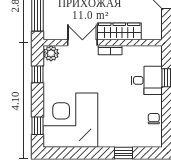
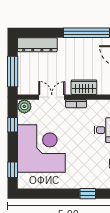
wardrobe: (119, 31) -> (84, 87), width x0.67
corner desk: (70, 120) -> (41, 148), moved, turned 90

